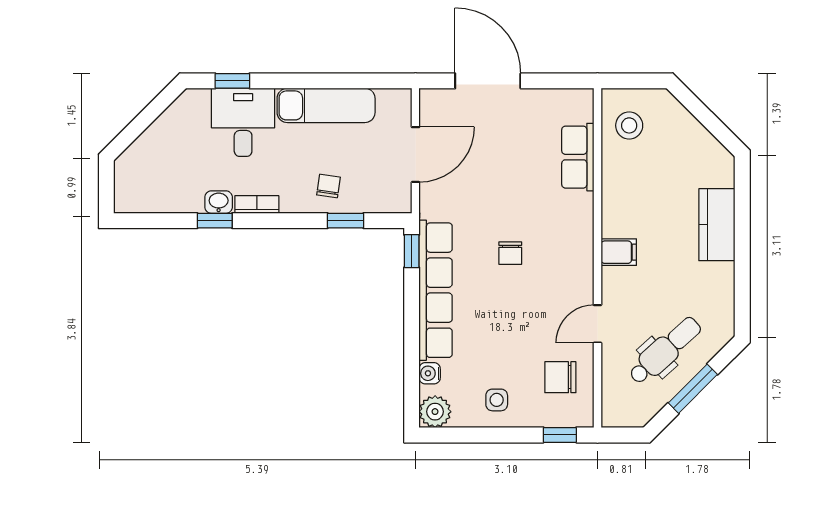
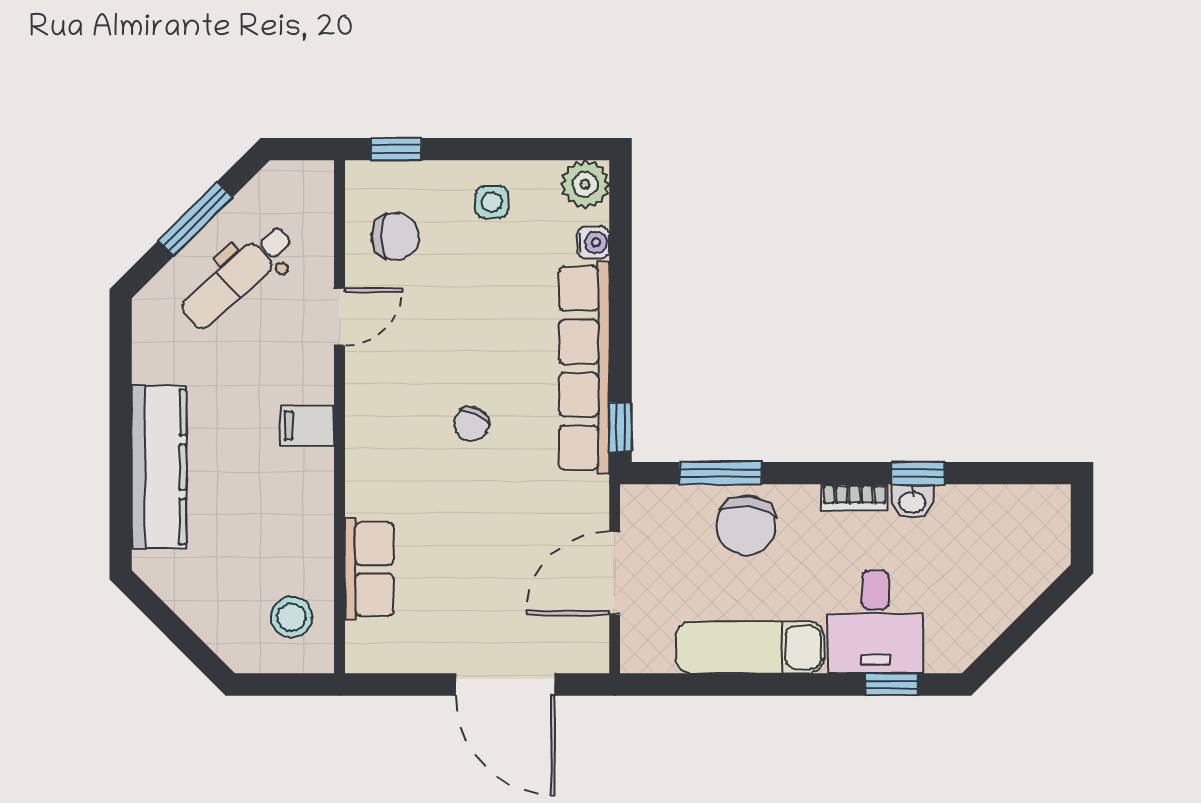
chair: (328, 186) -> (746, 526), width x1.87, depth x1.87
window: (346, 221) -> (720, 473), width x1.50
kitchen counter: (717, 225) -> (159, 467), width x1.50
chair: (510, 253) -> (471, 424), turned -152

